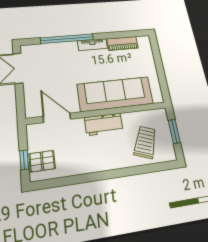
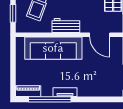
window: (67, 39) -> (50, 99), moved
piano: (123, 43) -> (28, 91), moved

